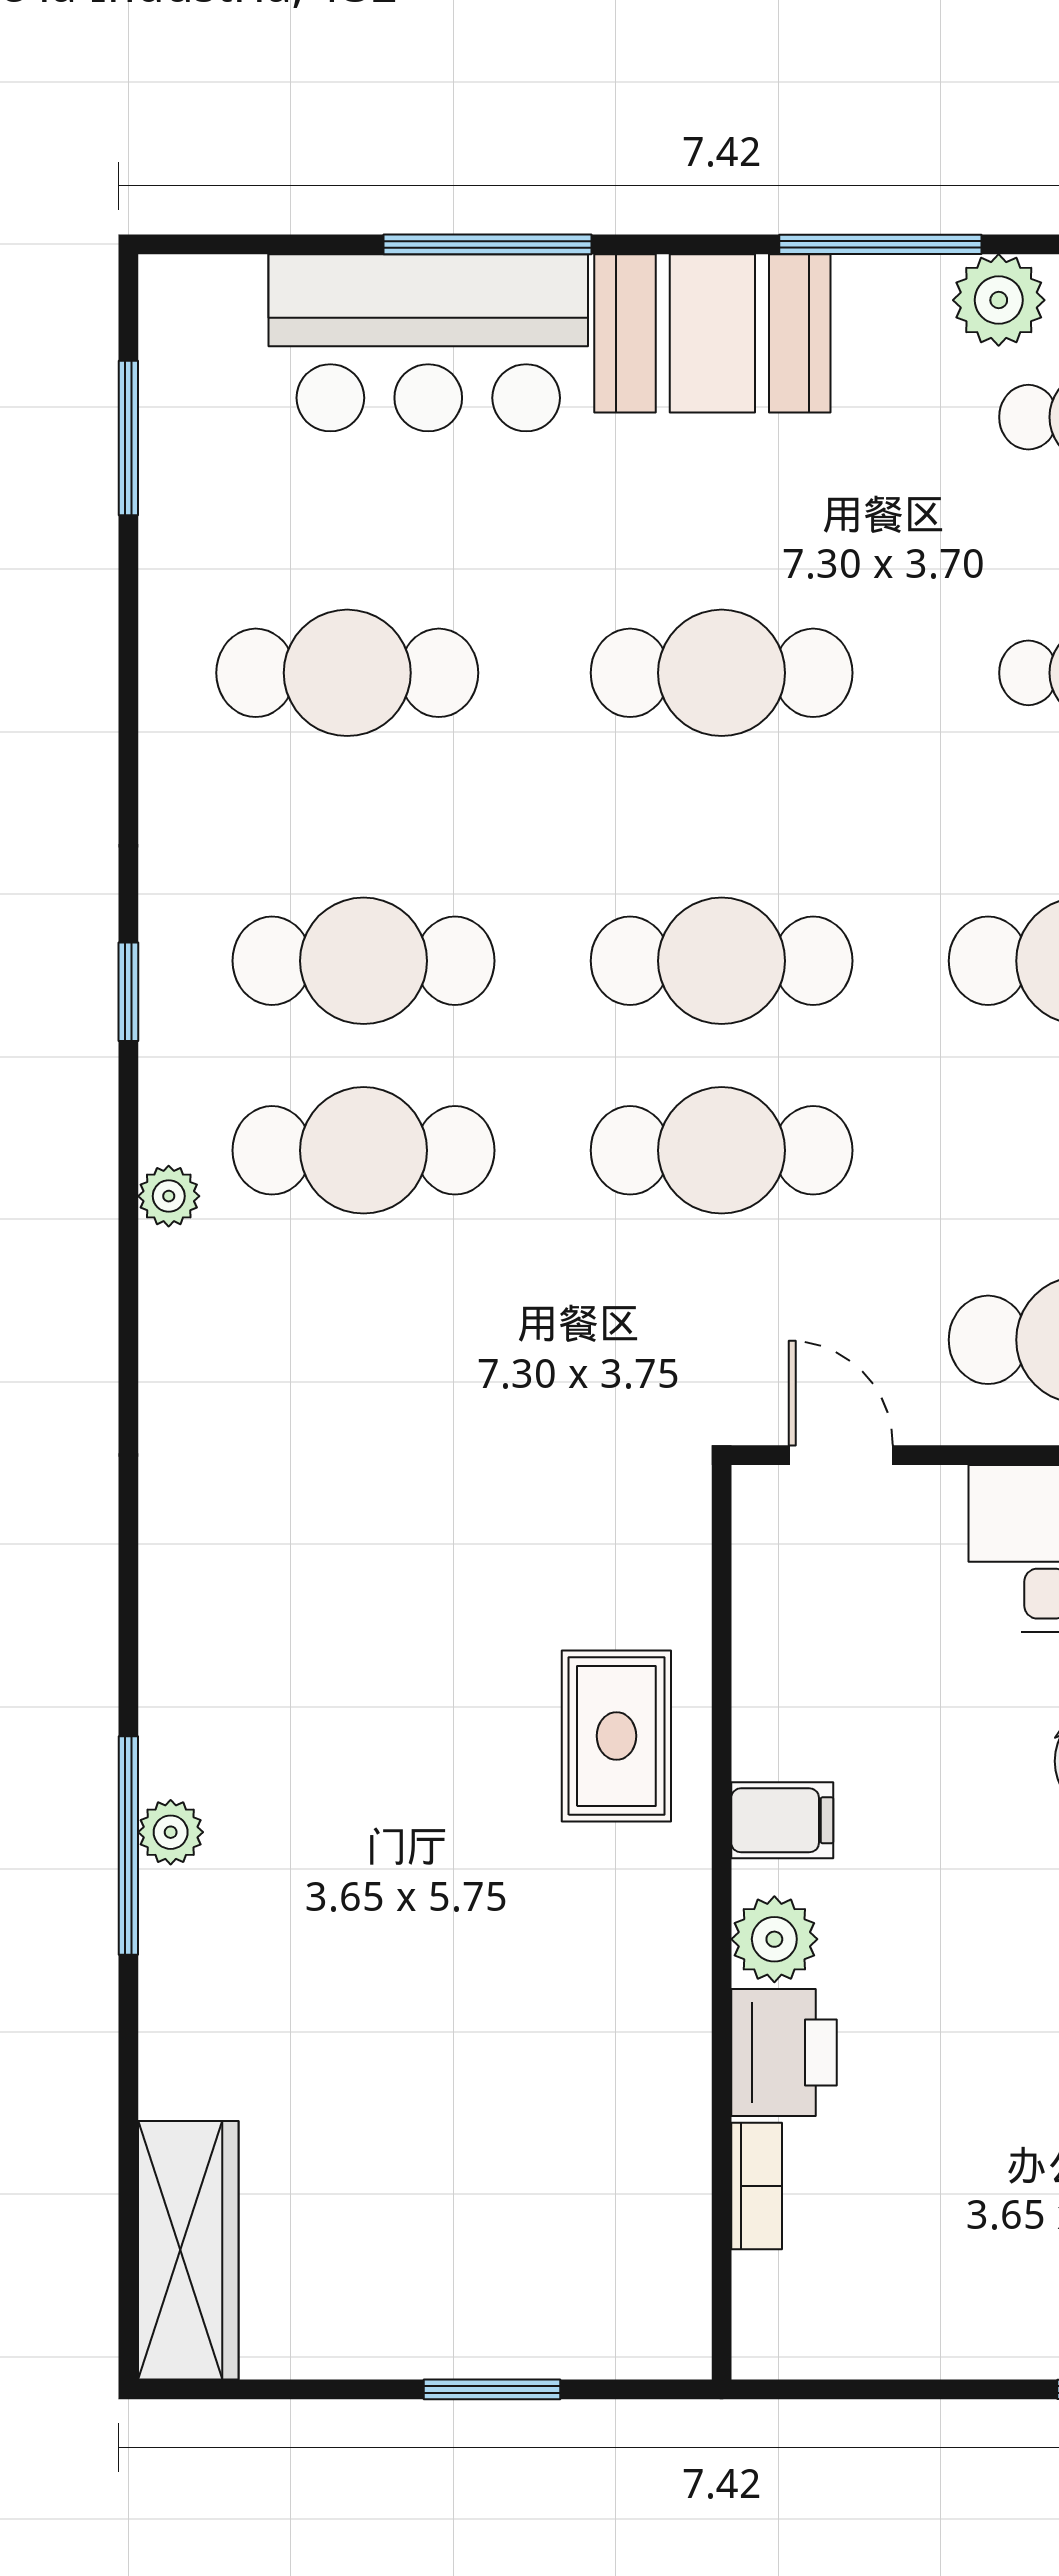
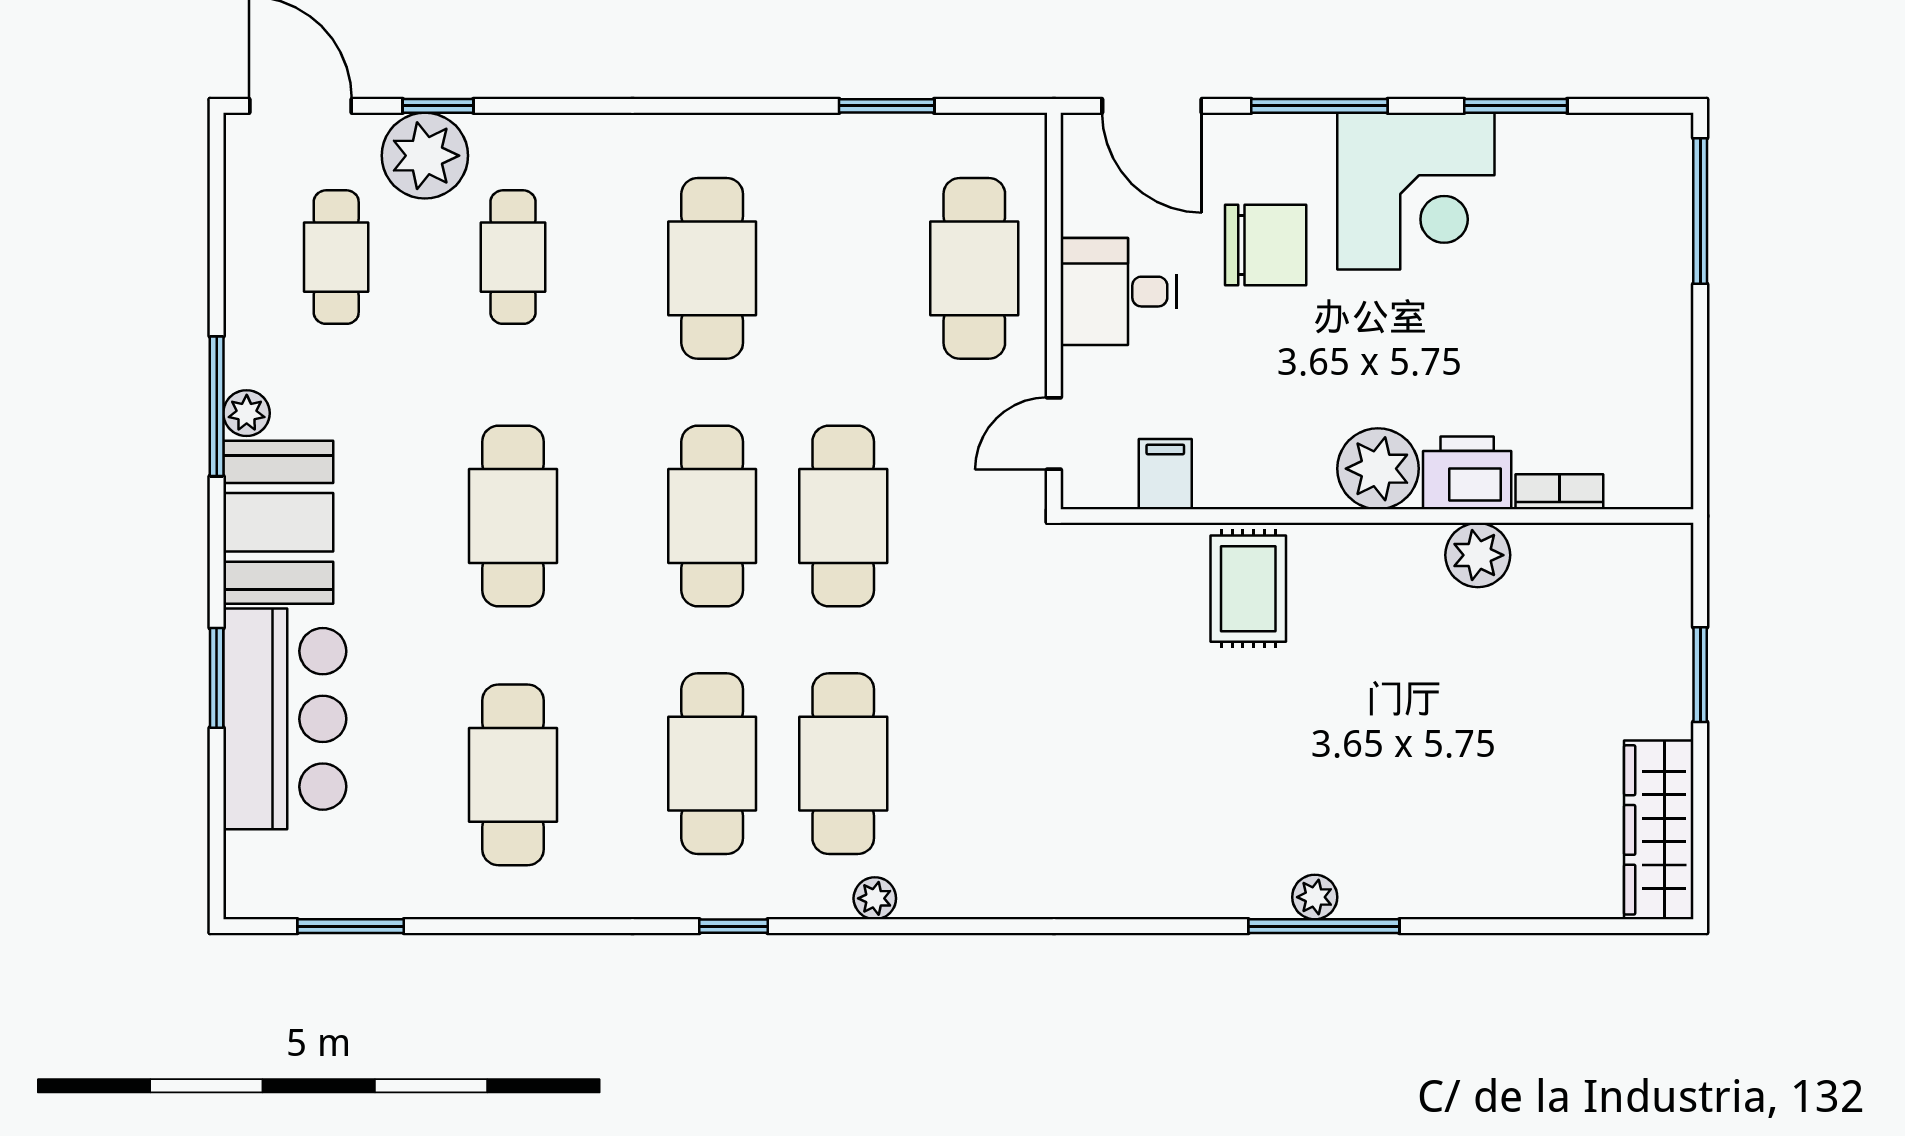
window: (487, 244) -> (217, 678), width x0.69
plant: (999, 300) -> (247, 413), moved, width x0.73, depth x0.73
rug: (616, 1736) -> (1248, 589), turned 90
filing cabinet: (782, 1820) -> (1165, 474), moved
plant: (774, 1939) -> (1378, 469), width x1.36, depth x1.36
plant: (665, 2068) -> (1478, 555), added
wardrobe: (188, 2250) -> (1659, 830), moved, turned -90

